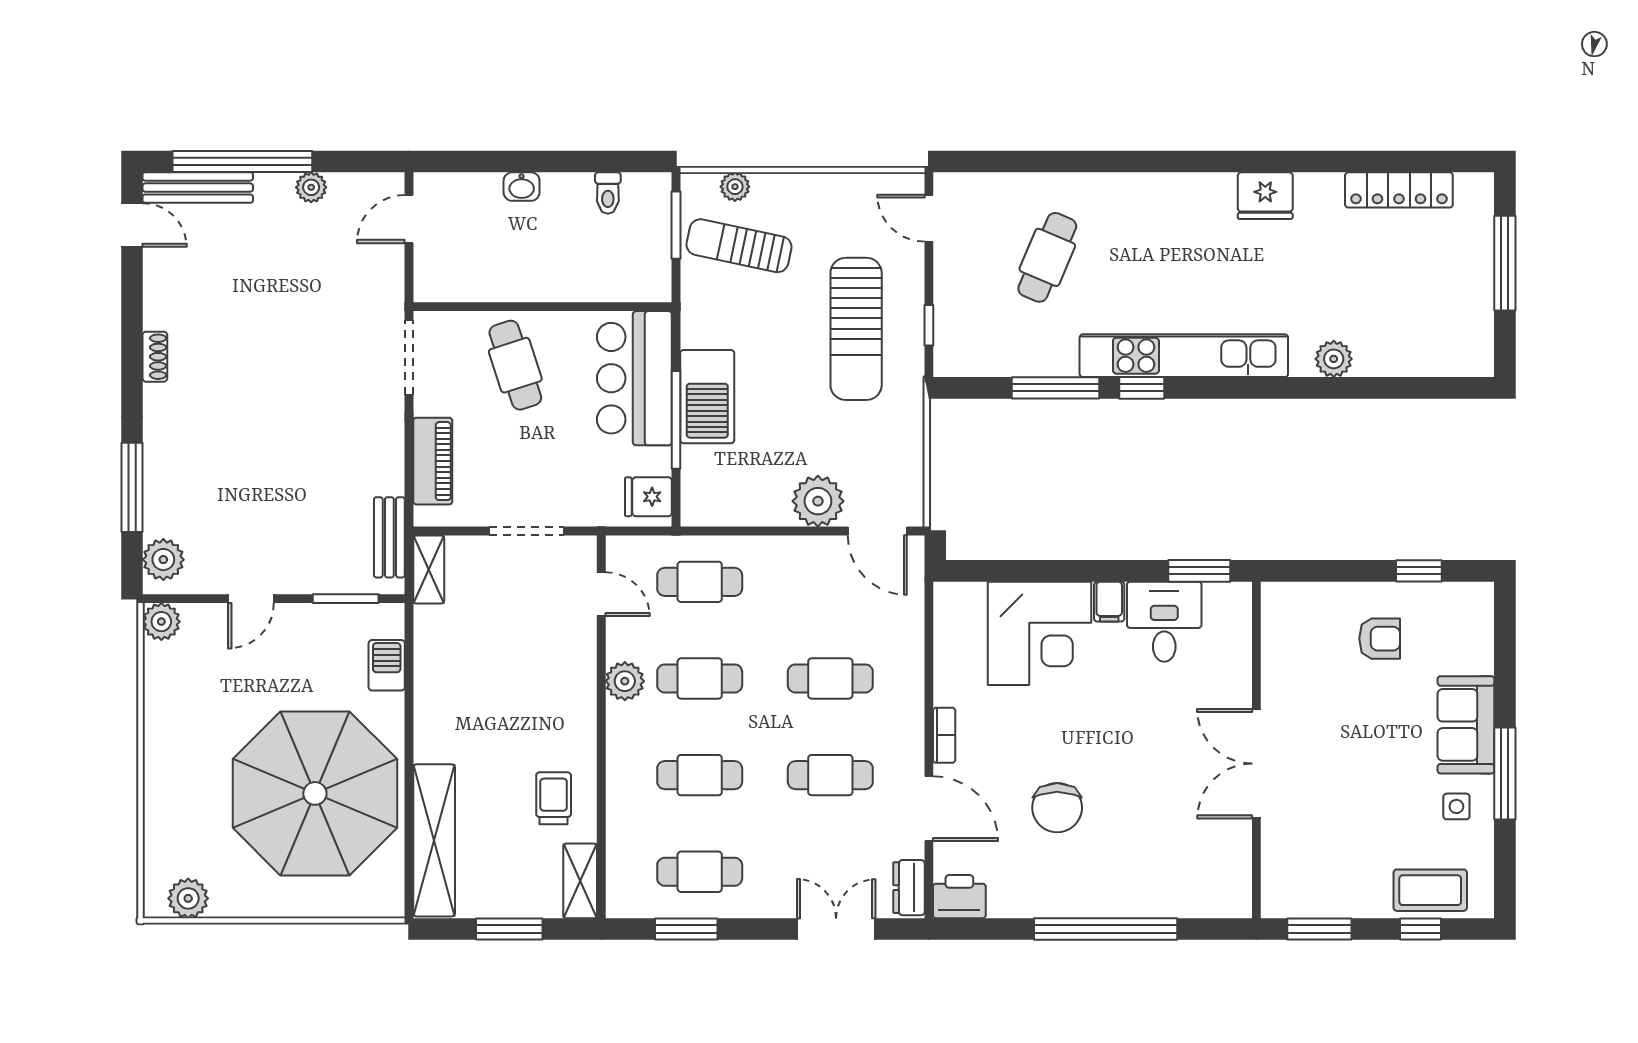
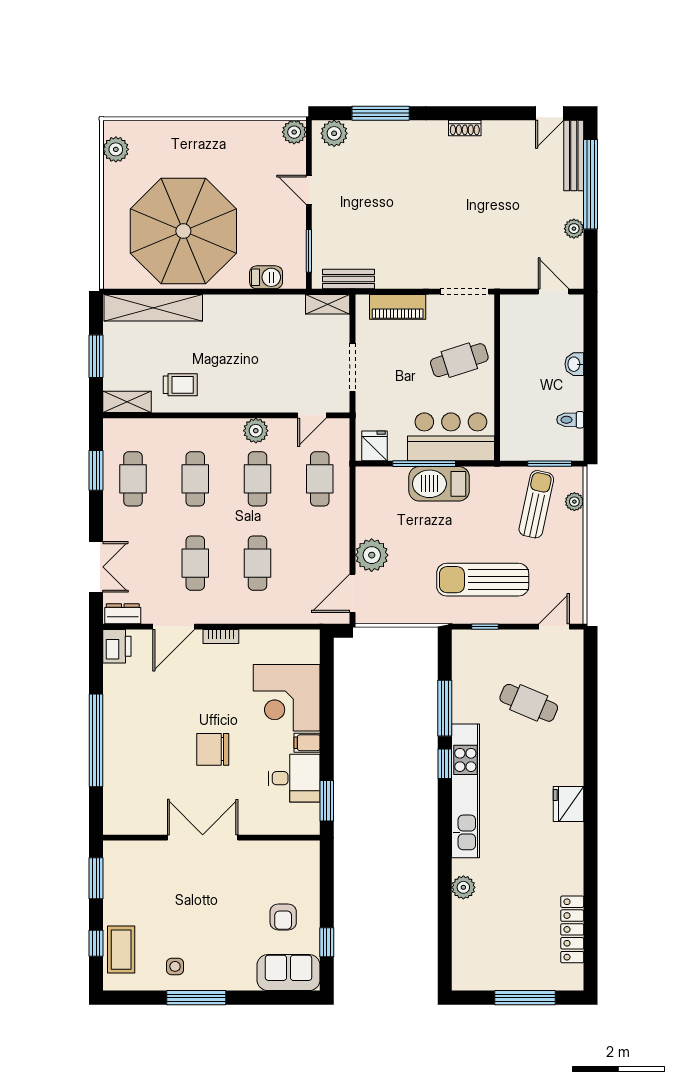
fridge: (1265, 196) -> (569, 804), moved
sofa: (1466, 725) -> (289, 973), moved
chair: (1057, 808) -> (213, 749), moved

